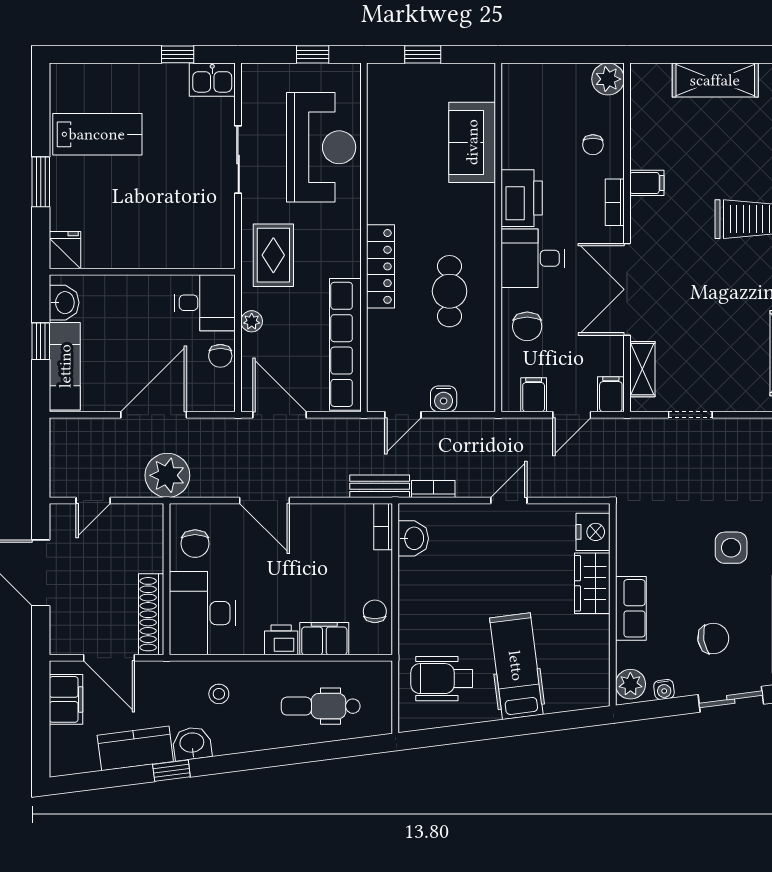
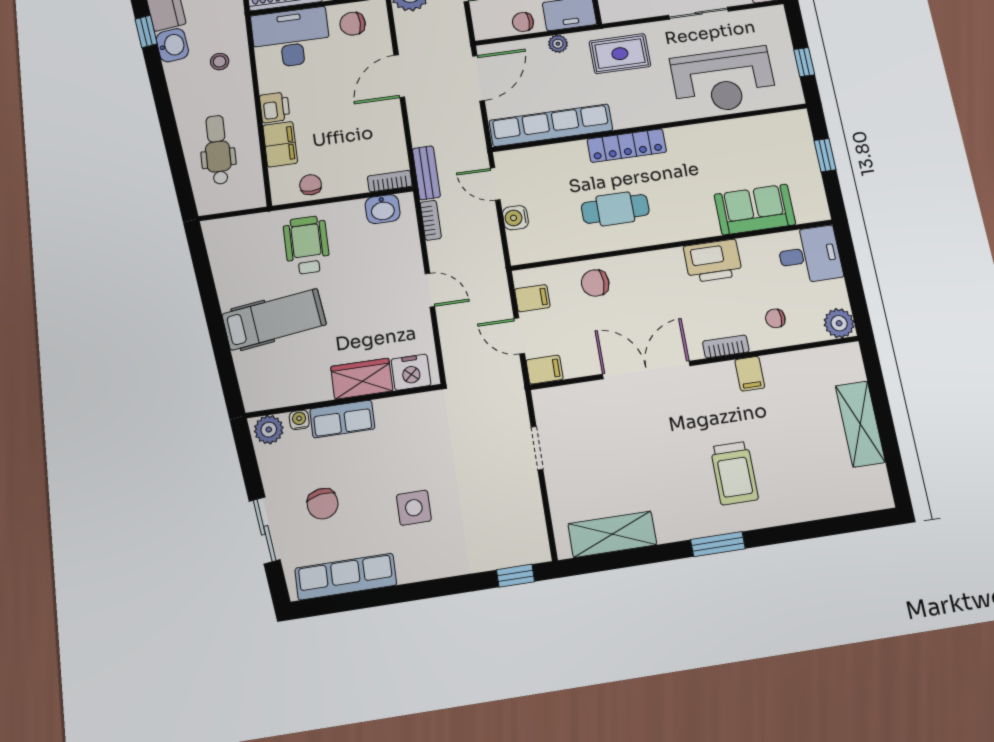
desk: (533, 258) -> (810, 255), moved, turned 90
shelving: (642, 369) -> (573, 396), removed
chair: (375, 611) -> (311, 185), turned -90
wheelchair: (442, 679) -> (307, 245), moved
water cooler: (664, 689) -> (299, 420), moved, turned 97

